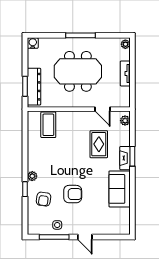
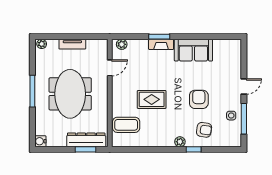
rug: (99, 144) -> (152, 99), moved

